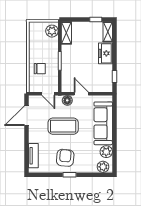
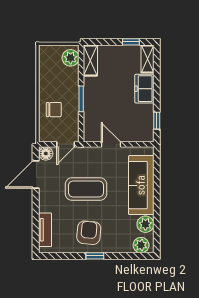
door: (48, 94) -> (66, 144), hinge flipped
floor lamp: (67, 100) -> (46, 154), moved

